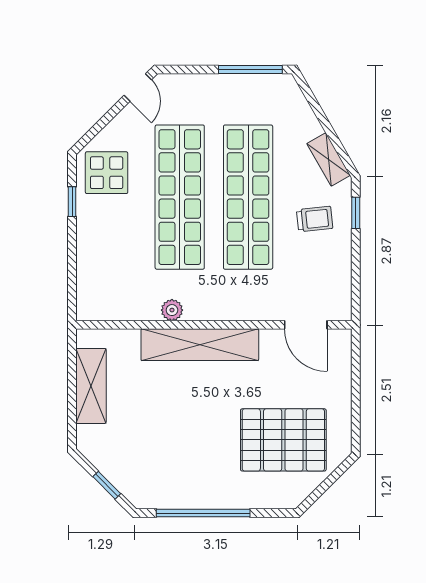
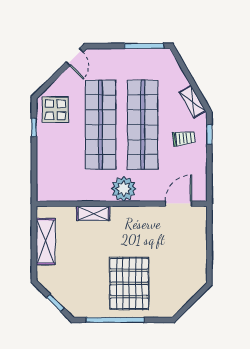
plant: (172, 310) -> (124, 189), moved, width x1.87, depth x1.87
door: (306, 325) -> (178, 204), swing flipped
shelving: (200, 345) -> (93, 213), width x0.45, depth x0.75
pallet: (283, 440) -> (129, 283), moved, turned 90

